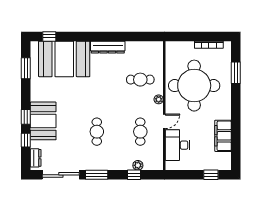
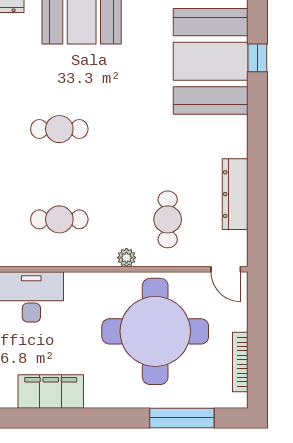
window: (49, 36) -> (257, 58), moved
dresser: (108, 47) -> (235, 194), moved
window: (236, 73) -> (182, 418), width x1.44
door: (164, 121) -> (226, 269), moved

